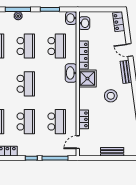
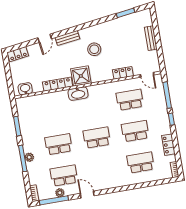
washbasin: (71, 18) -> (22, 103), removed
school desk: (57, 46) -> (53, 113), removed

